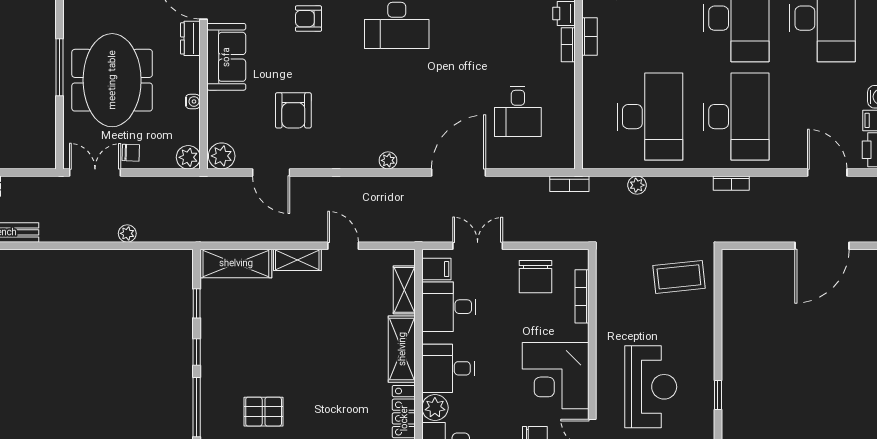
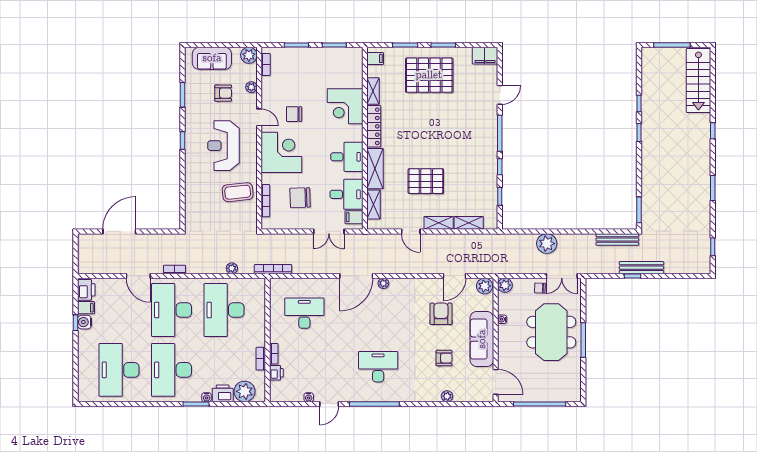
armchair: (308, 19) -> (444, 358), moved
dresser: (190, 38) -> (504, 358), removed
sofa: (226, 57) -> (482, 339), width x1.36
desk: (518, 111) -> (304, 313), width x1.37
door: (271, 173) -> (455, 276), swing flipped
door: (459, 173) -> (356, 276), moved
door: (827, 173) -> (138, 276), moved
bookcase: (569, 184) -> (273, 269), width x1.56
plant: (127, 233) -> (547, 244), width x1.87, depth x1.87
shelving: (236, 263) -> (469, 223), width x0.67, depth x0.75
chair: (535, 277) -> (300, 198), moved, turned -92
coffee table: (679, 277) -> (238, 192), moved
plant: (435, 408) -> (355, 133), removed
pallet: (264, 412) -> (426, 181), moved, width x1.50, depth x1.42

